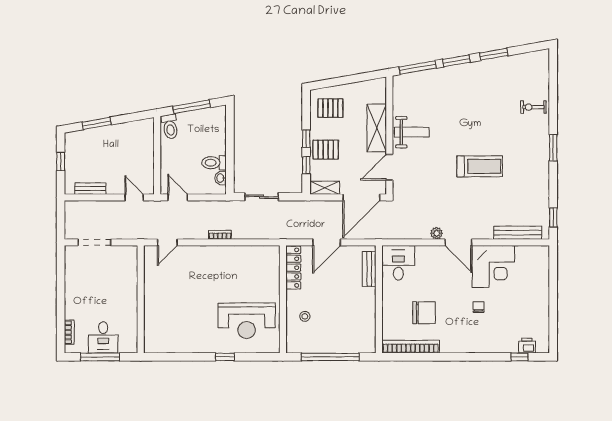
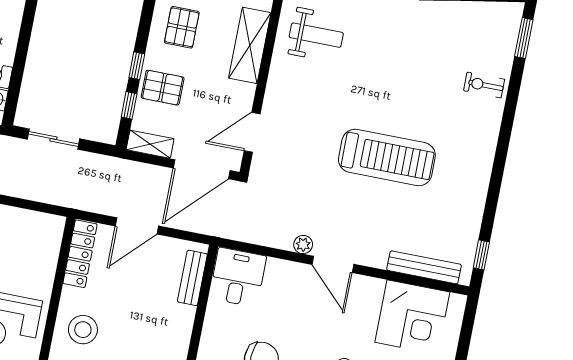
pallet: (330, 108) -> (182, 27), turned 90
shelving: (377, 128) -> (250, 45), moved
weight bench: (412, 132) -> (316, 35), moved
window: (553, 148) -> (524, 38), moved
treadmill: (480, 166) -> (387, 157), width x1.37, depth x1.38
corner desk: (493, 266) -> (412, 317), moved
stool: (305, 316) -> (83, 330), width x1.89, depth x1.89

